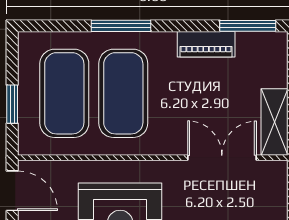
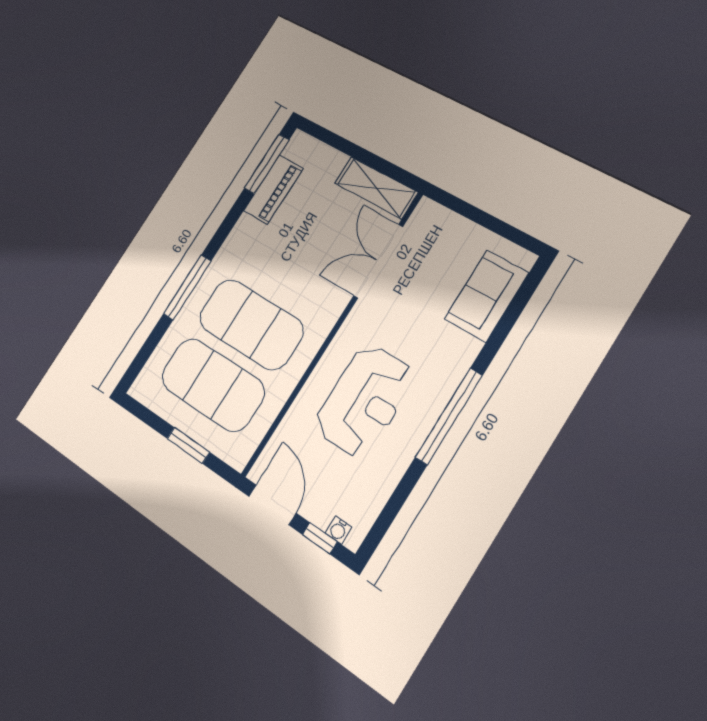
piano: (206, 44) -> (273, 190), moved
door: (12, 191) -> (272, 505), hinge flipped

